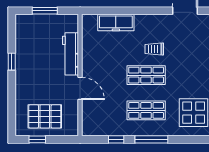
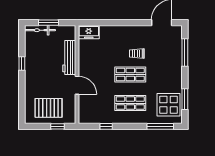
bicycle: (34, 20) -> (40, 30), added
freezer: (116, 22) -> (89, 32), moved, width x0.71
window: (37, 139) -> (58, 126), moved
window: (151, 139) -> (160, 126), moved

